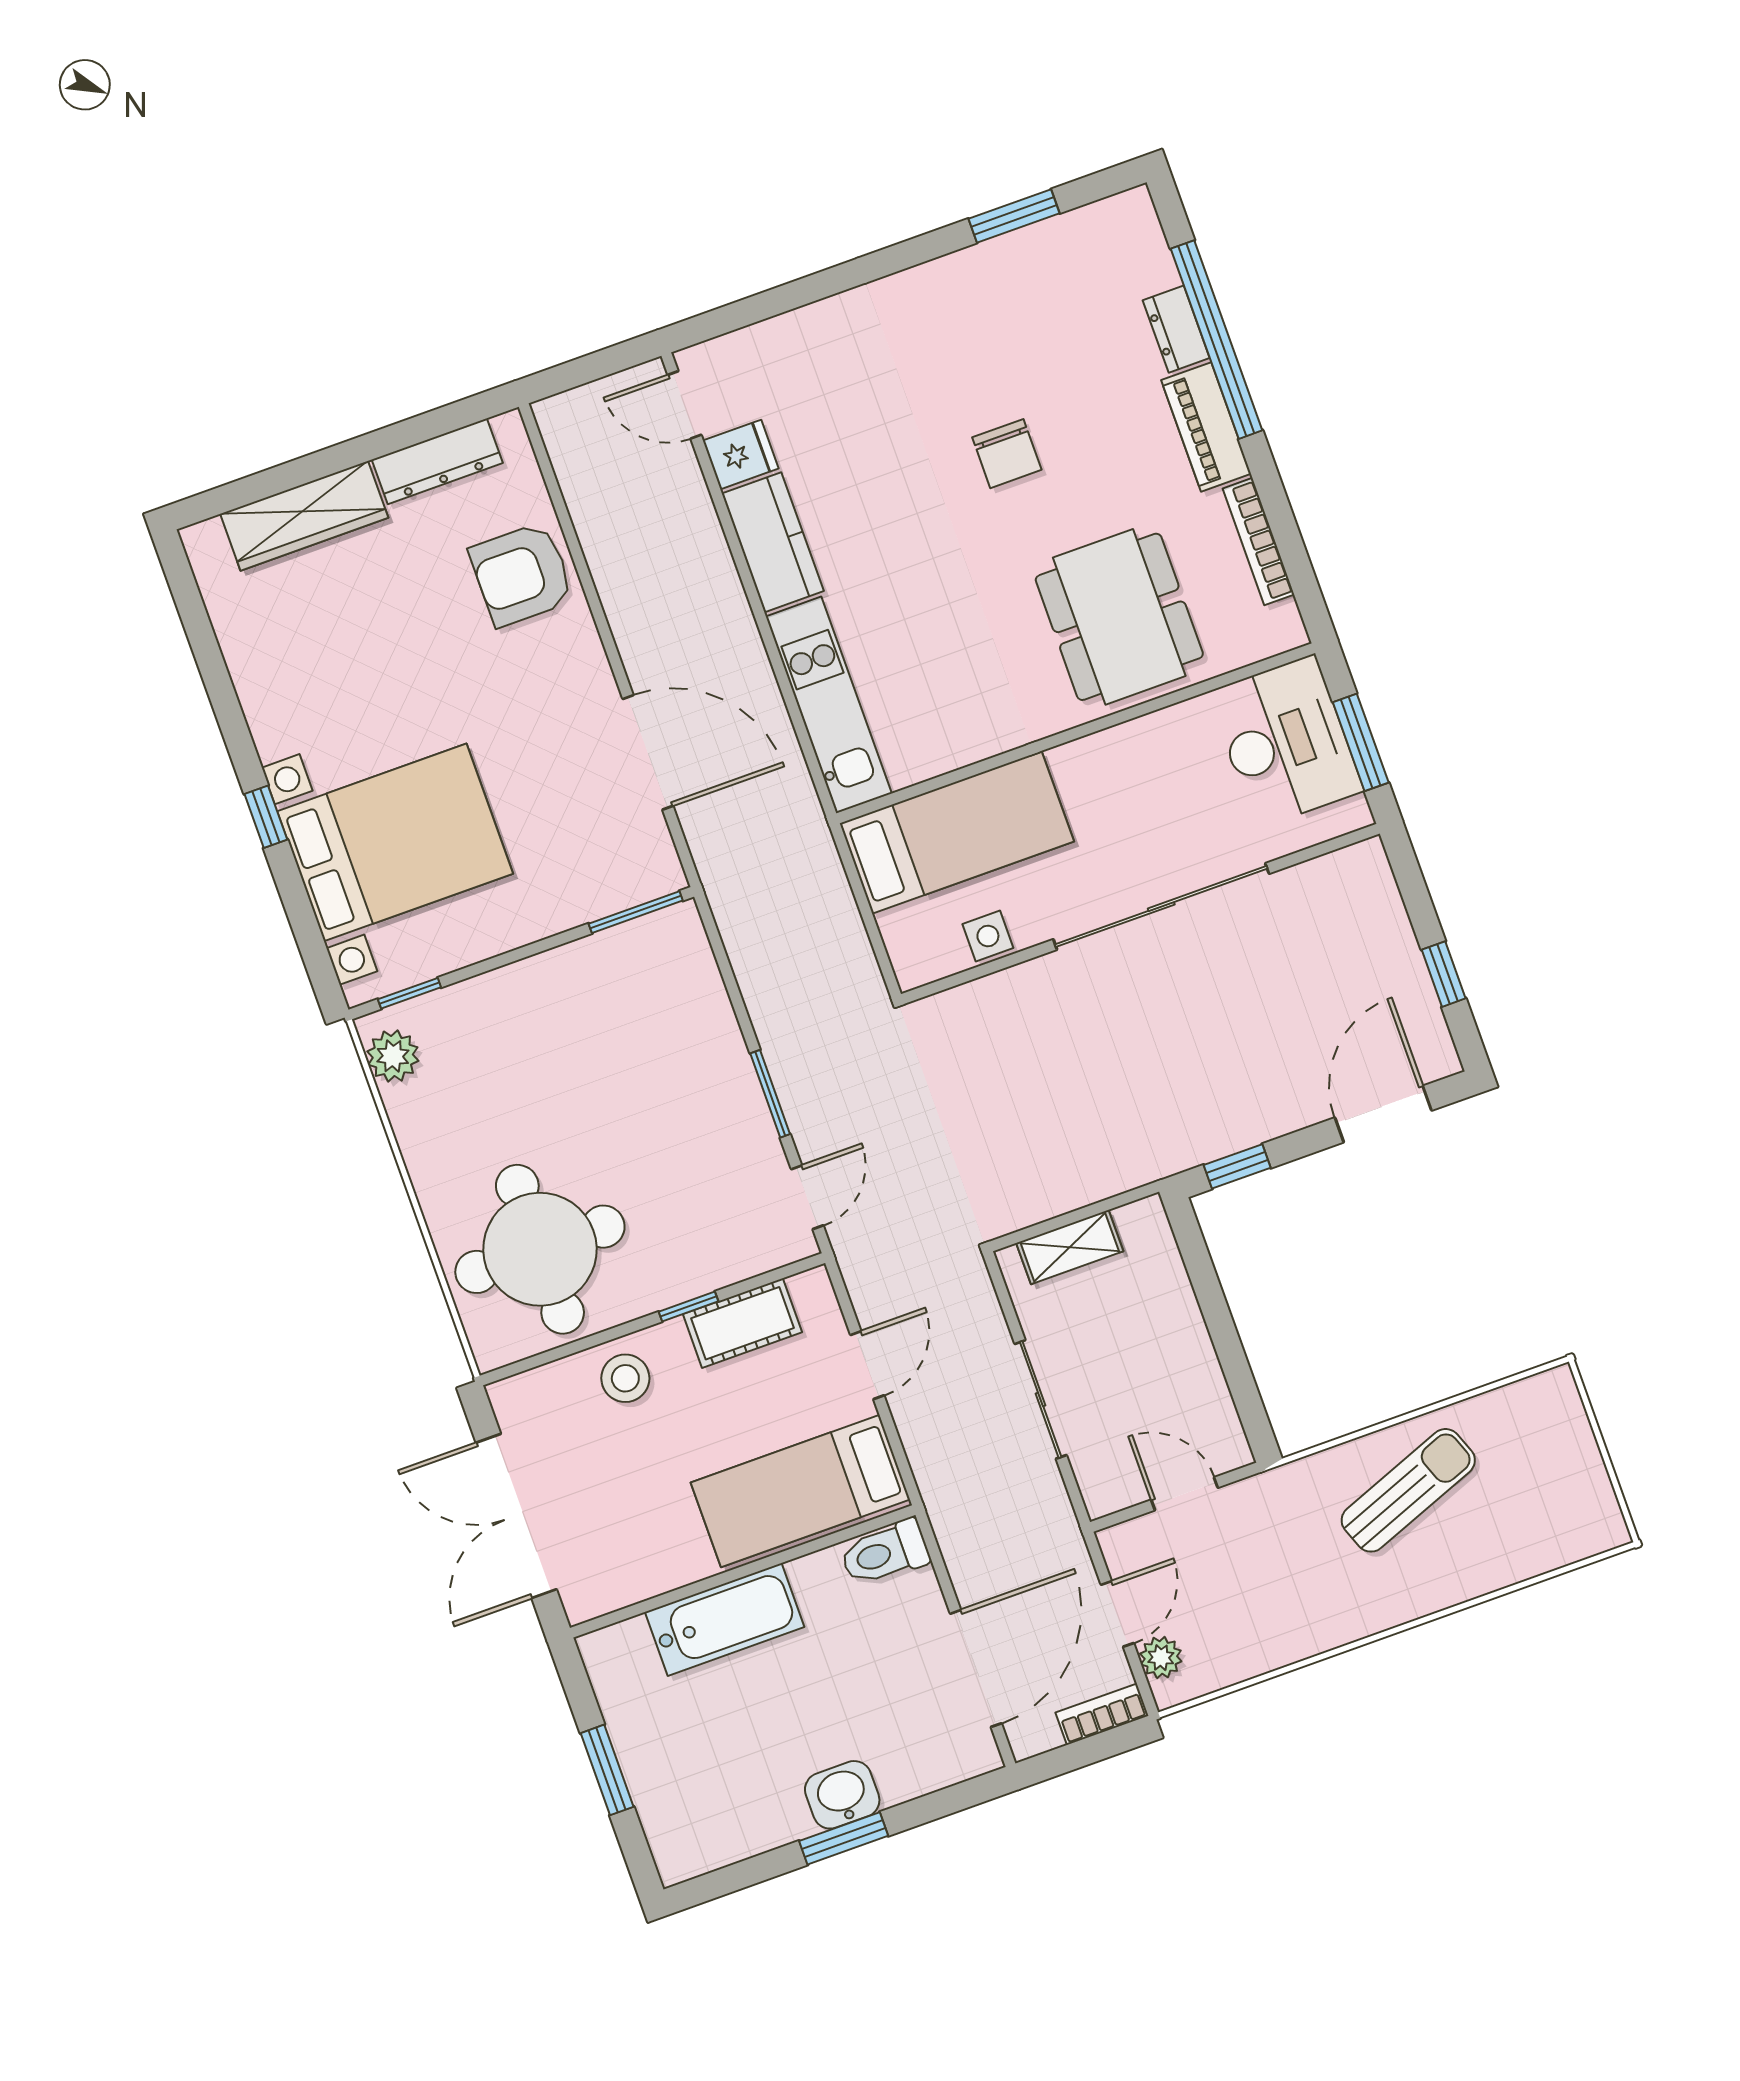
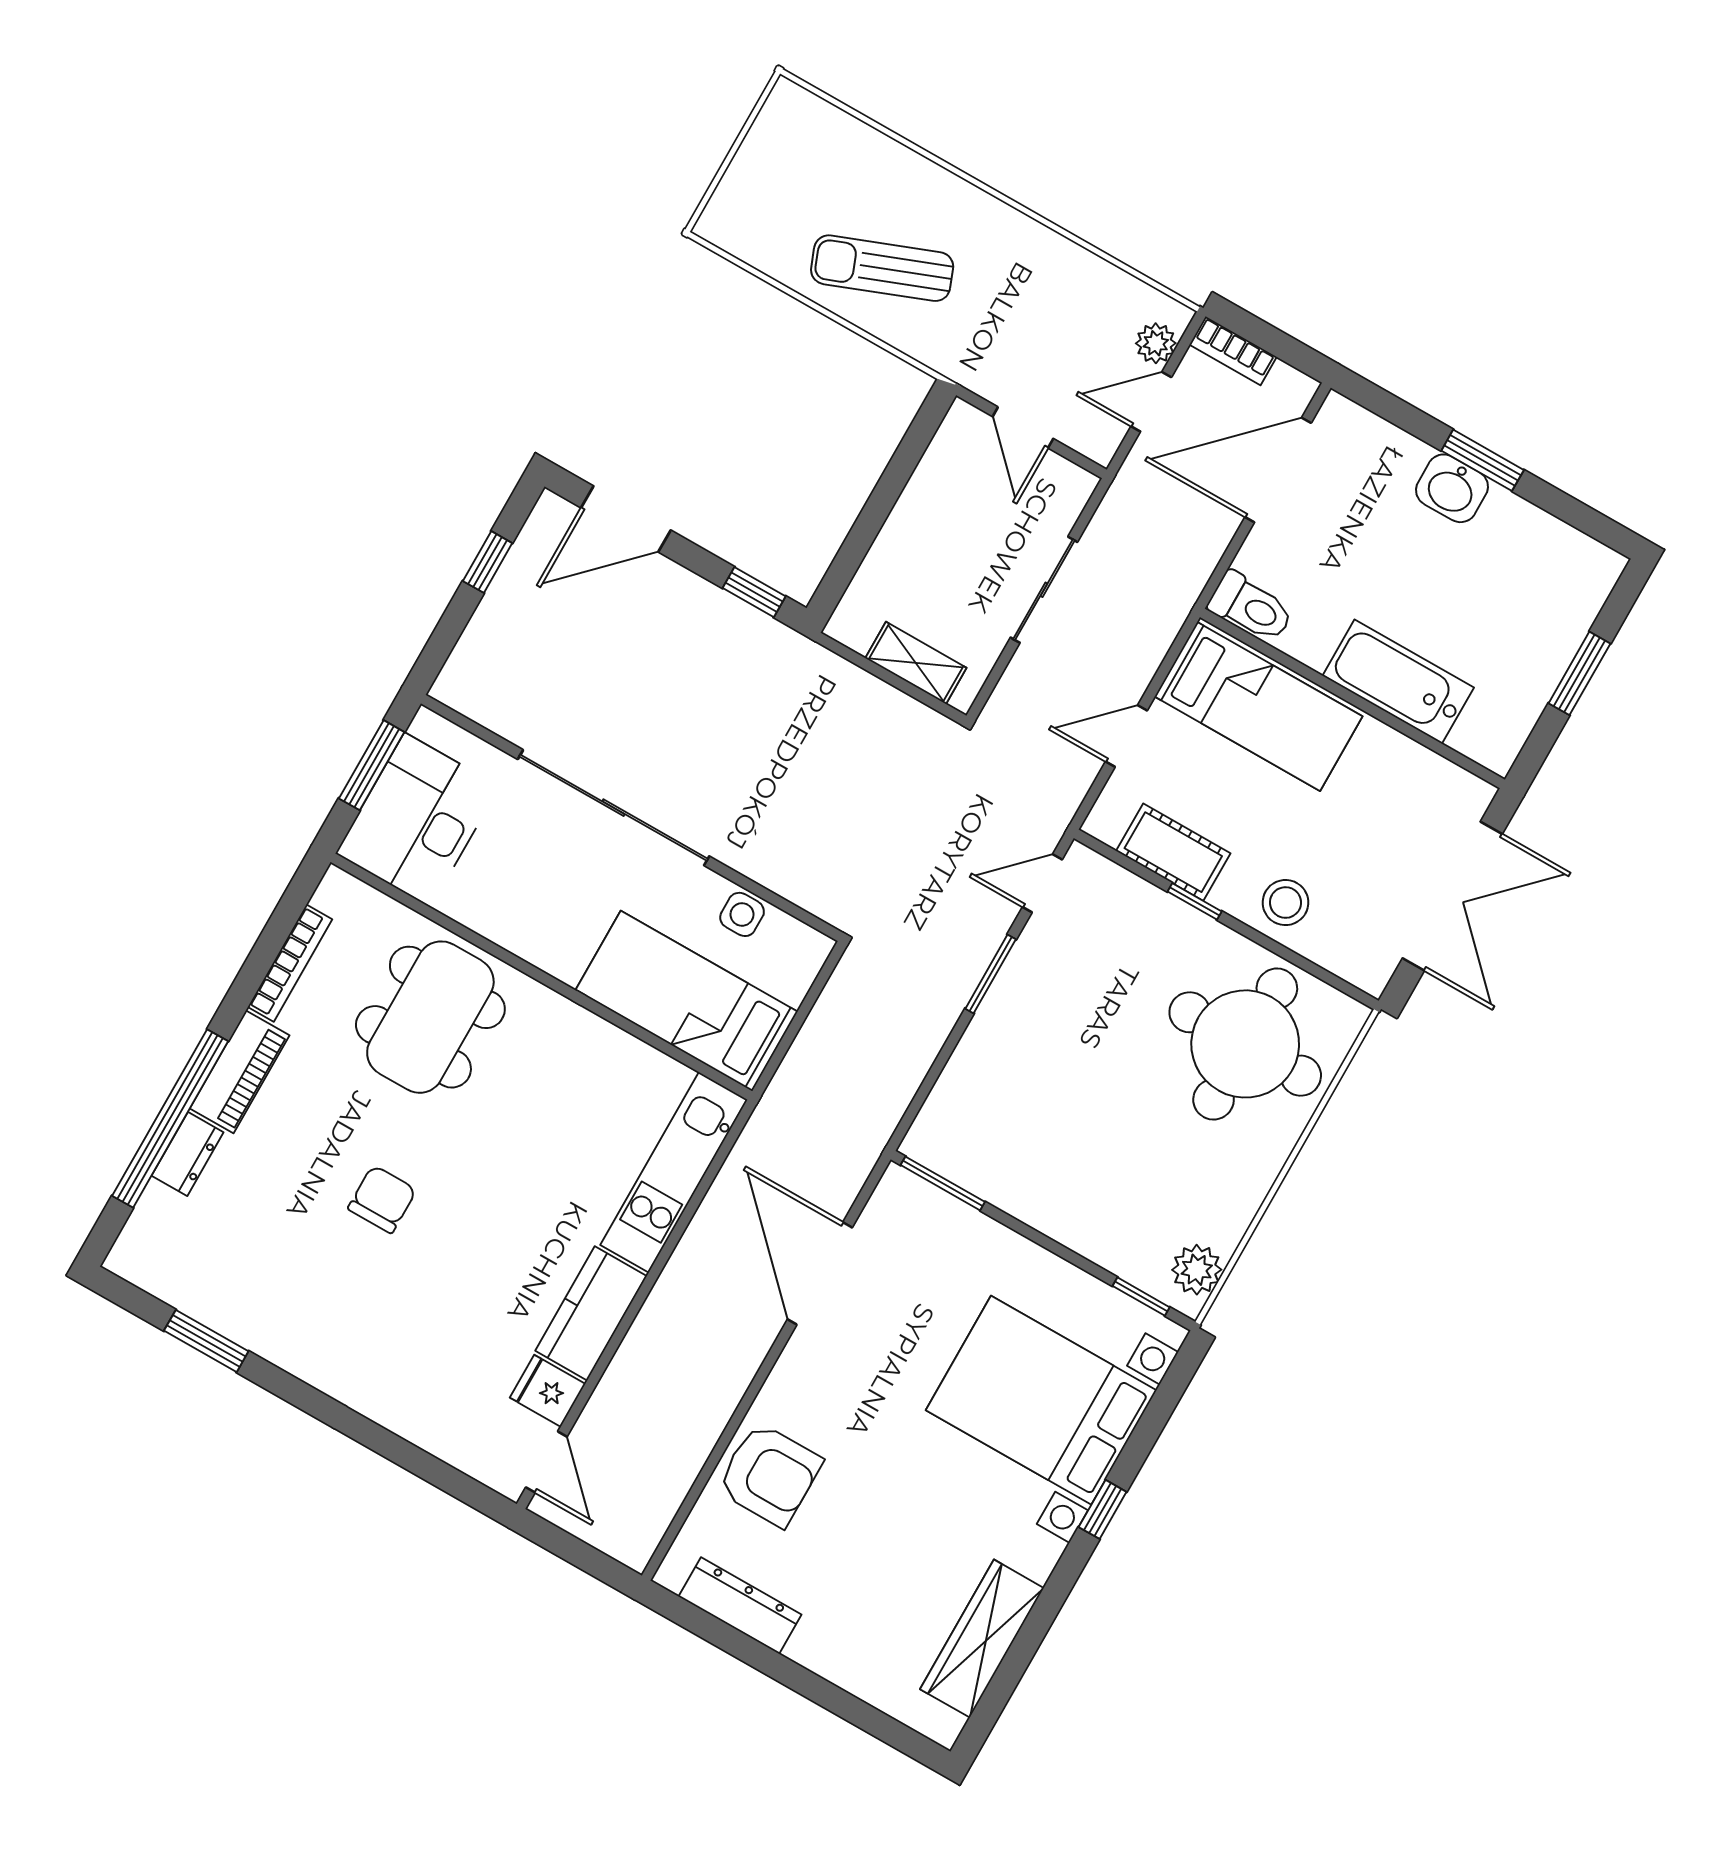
wardrobe: (304, 516) -> (982, 1639), moved, turned -90

